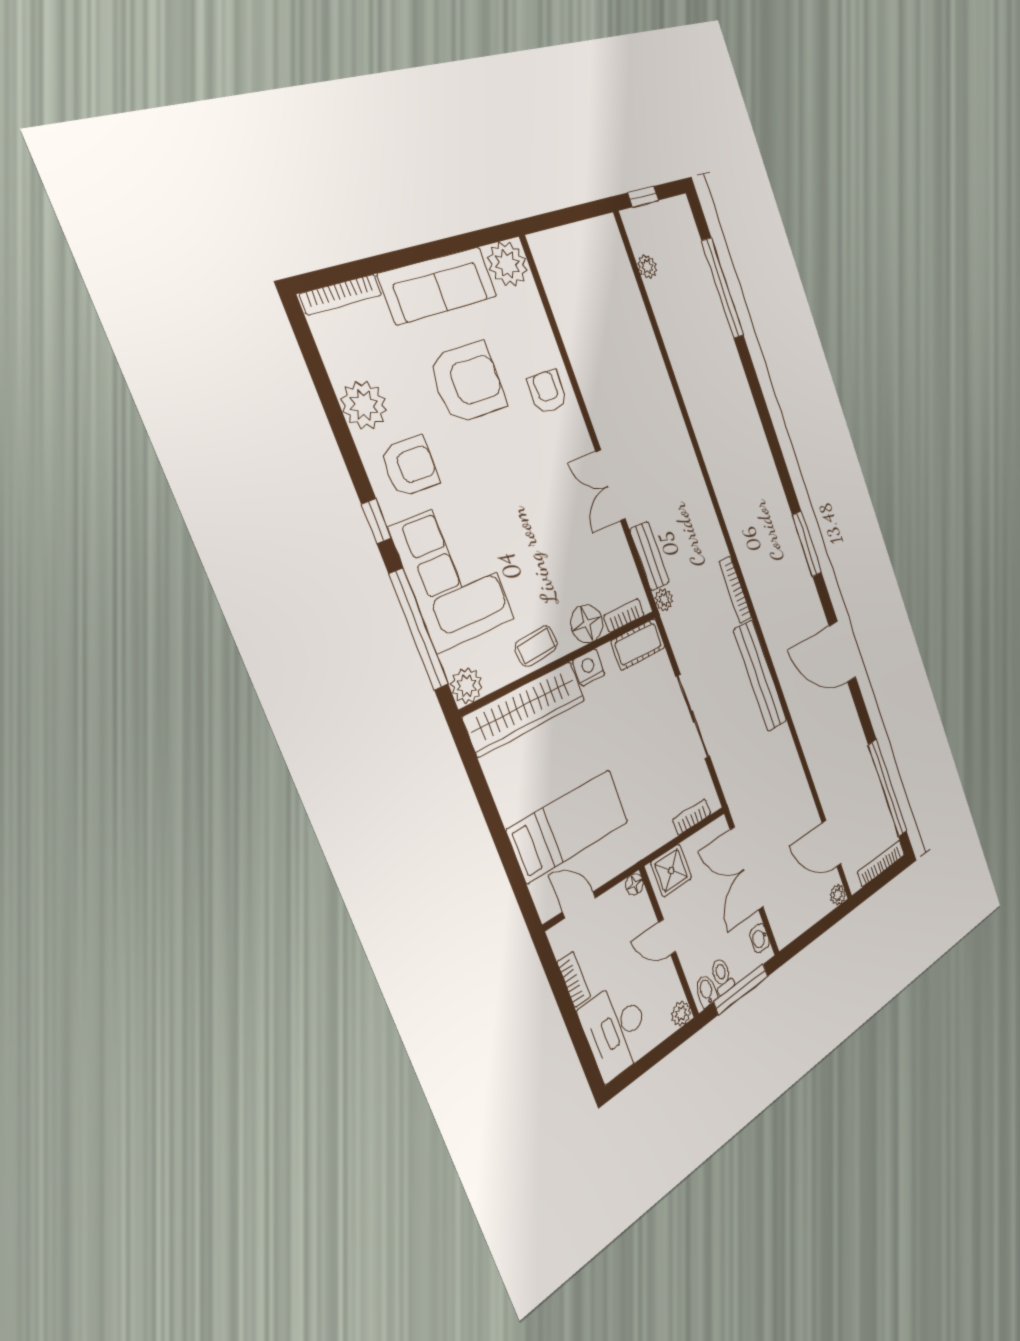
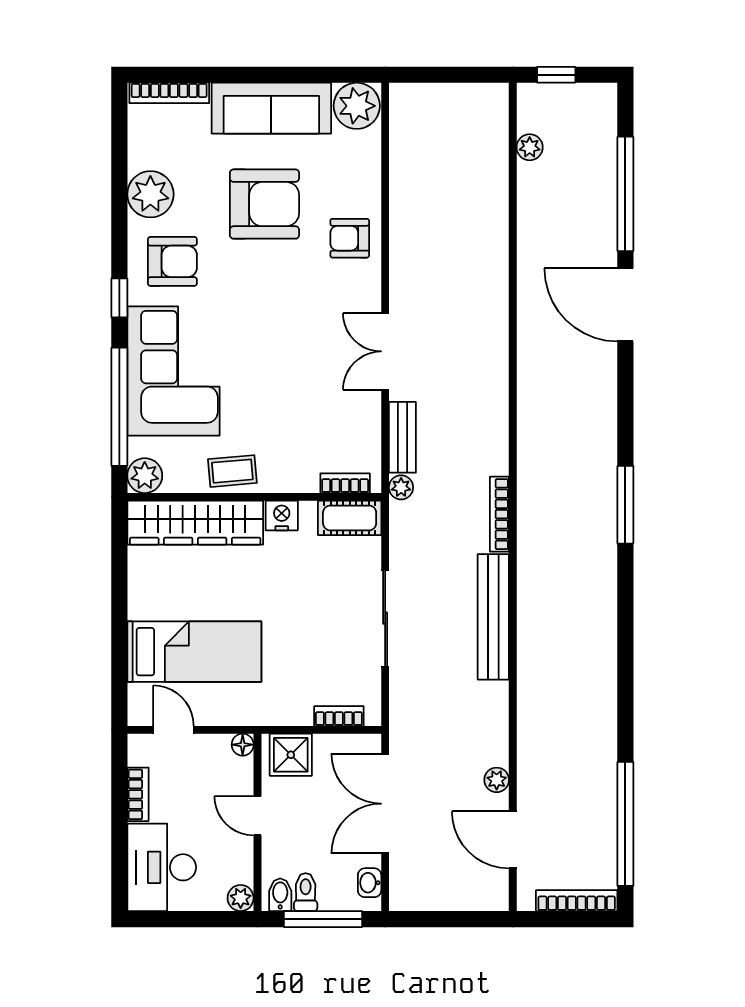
armchair: (547, 392) -> (350, 238), turned -90
floor lamp: (587, 624) -> (298, 473), removed
door: (843, 652) -> (625, 305), moved
plant: (838, 895) -> (497, 780), moved

